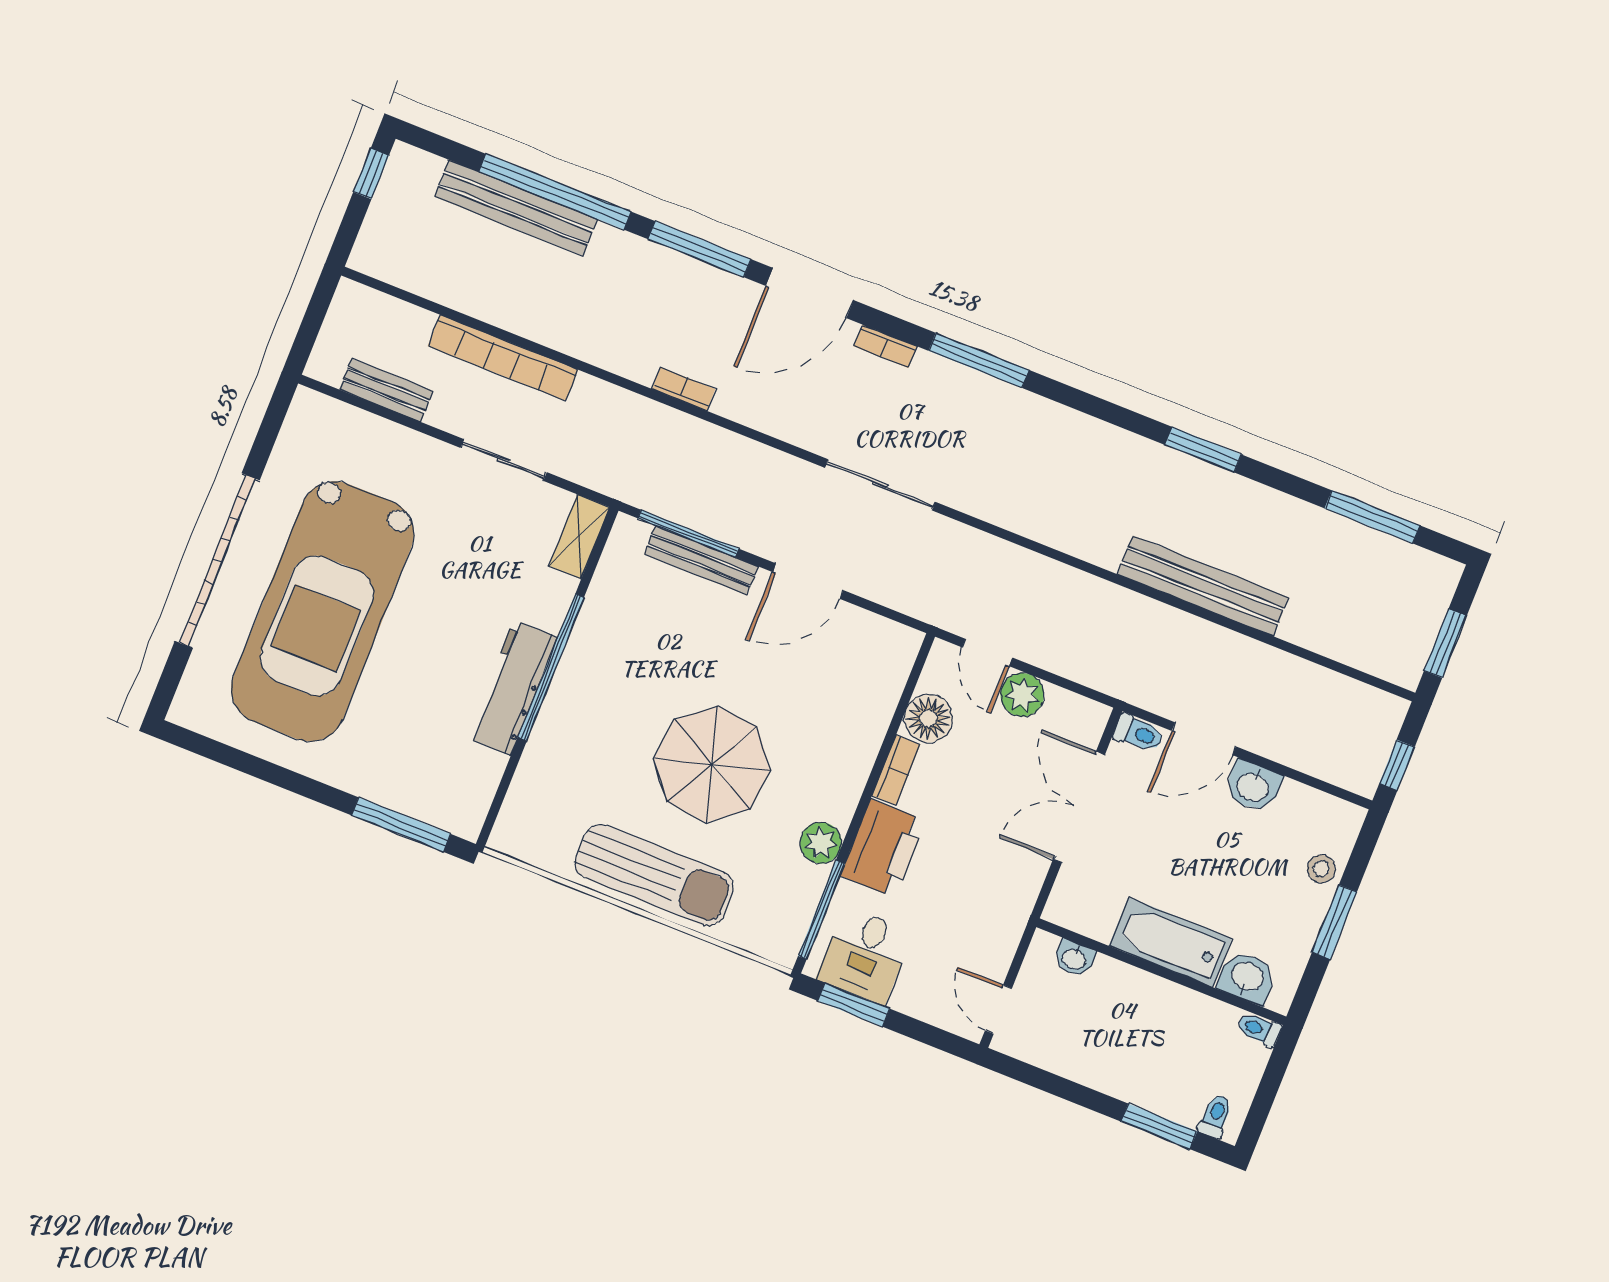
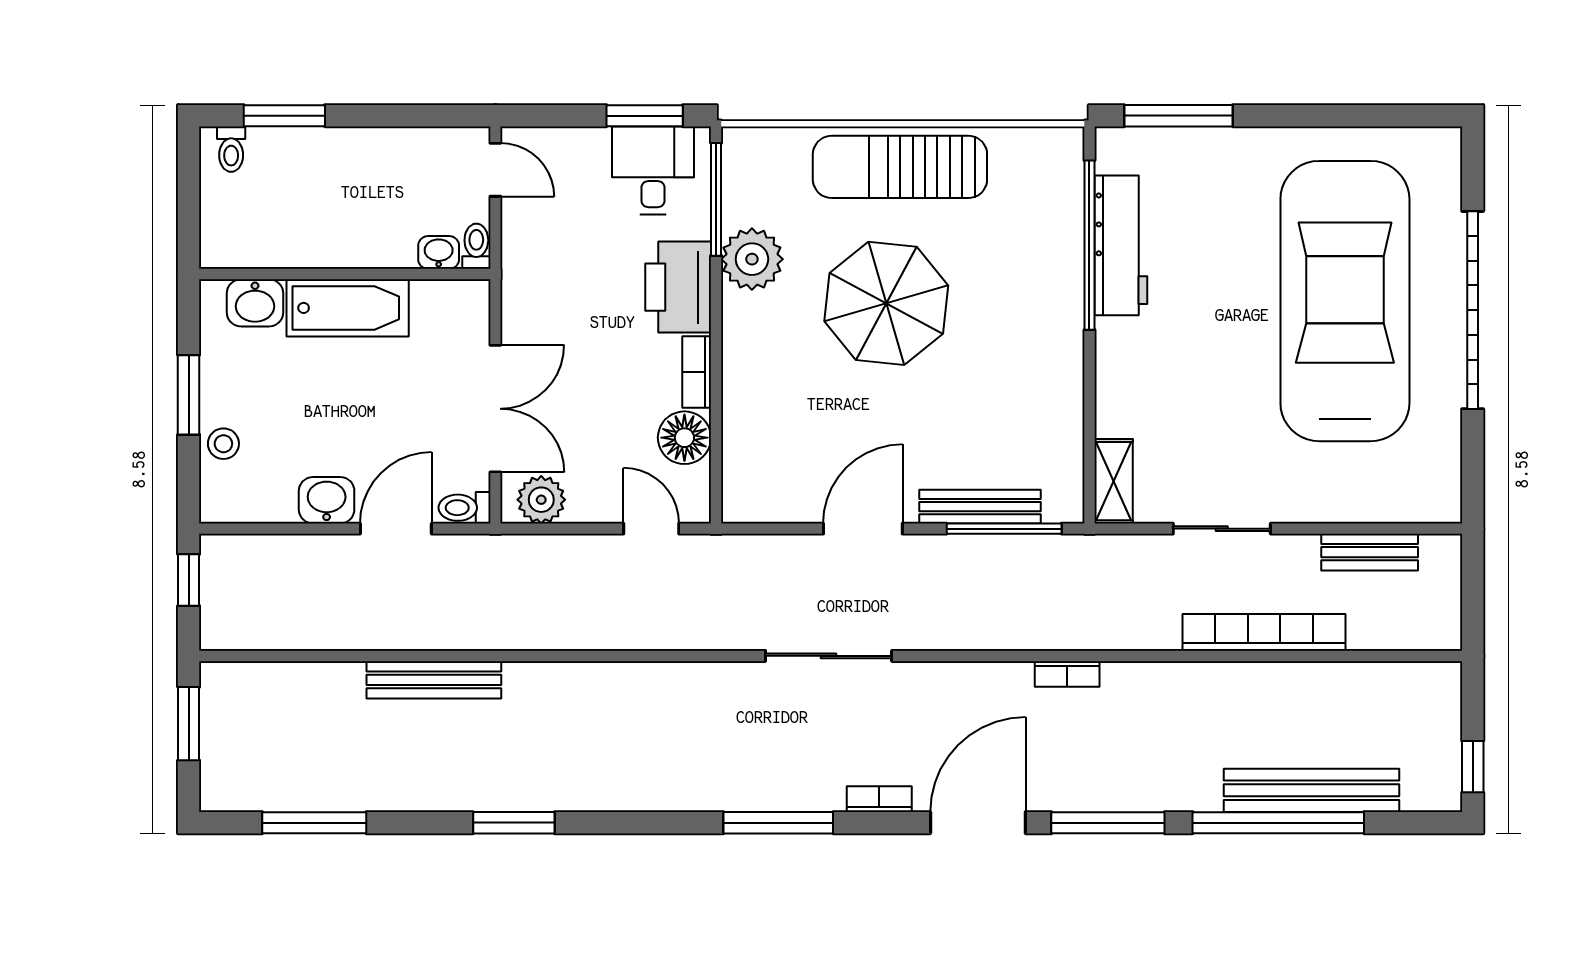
bench: (1203, 586) -> (434, 680), width x0.73, depth x0.82
window: (551, 667) -> (1089, 245), moved
workbench: (512, 688) -> (1121, 245), moved
plant: (1022, 695) -> (541, 500), moved
plant: (821, 843) -> (752, 259), width x1.36, depth x1.36
toilet: (1259, 1029) -> (476, 246), moved, turned -90

